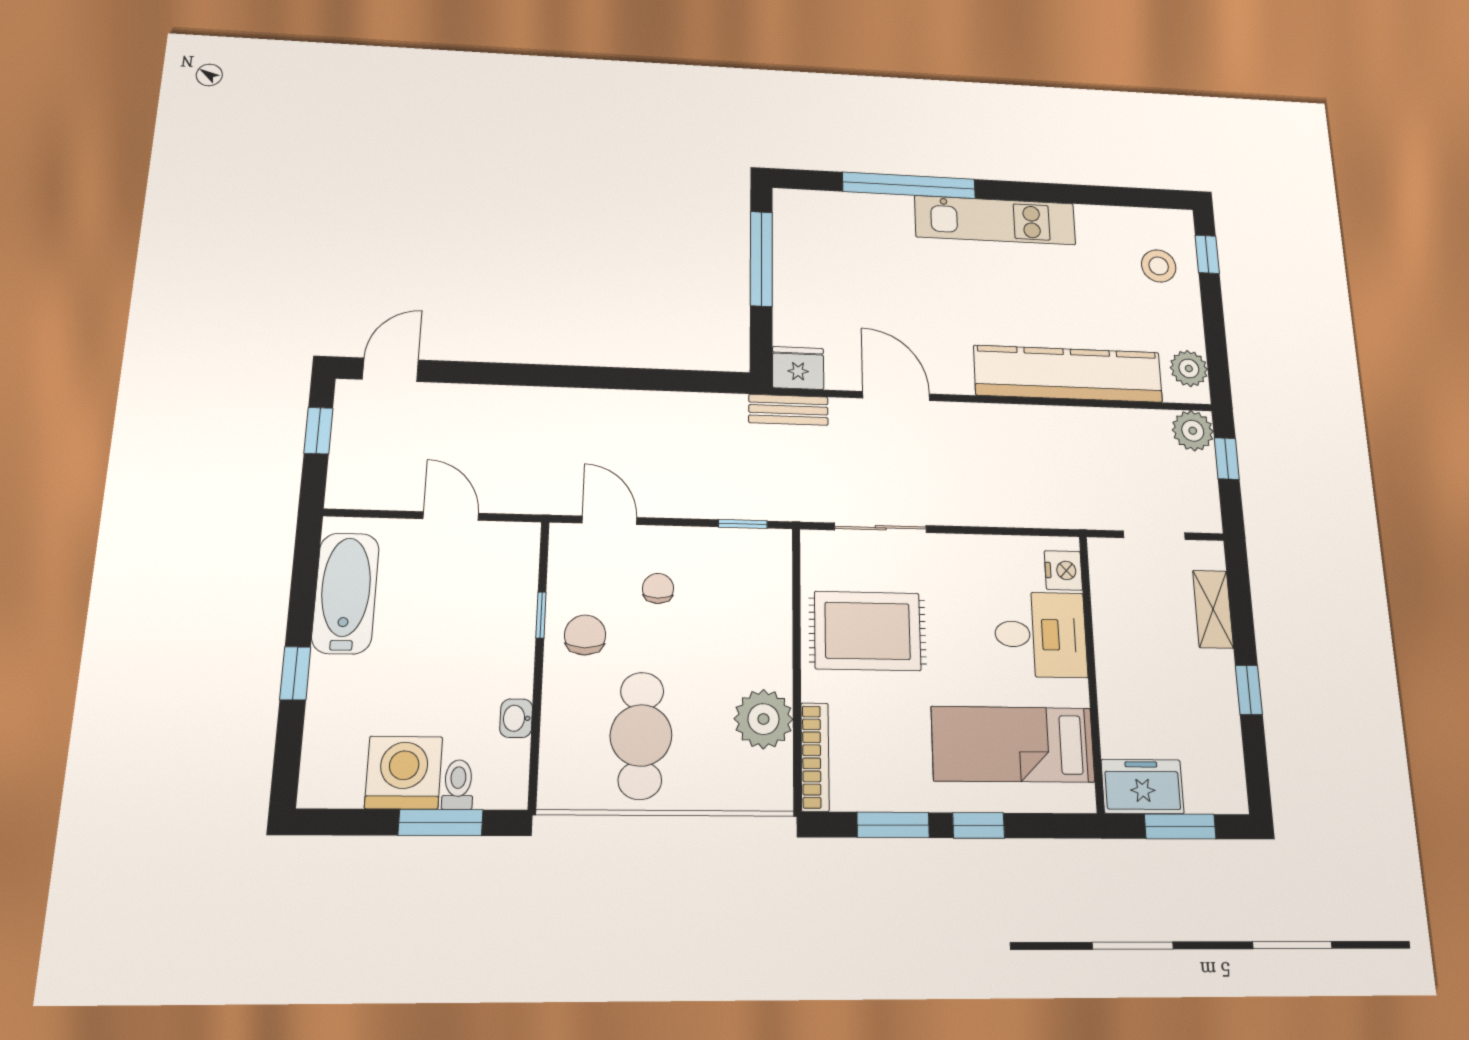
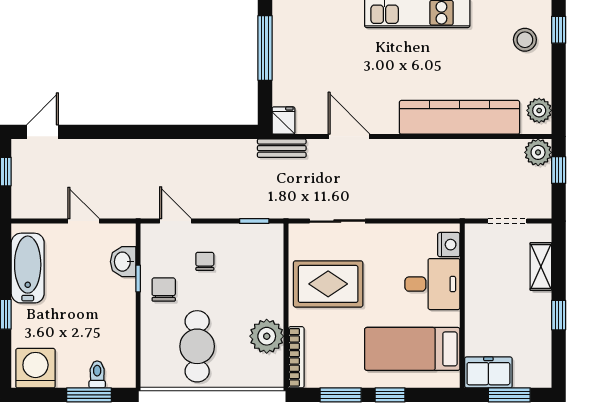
fridge: (798, 368) -> (283, 121), width x0.72
washbasin: (516, 718) -> (123, 262), moved, width x1.38, depth x1.45
washing machine: (404, 773) -> (35, 368), moved

